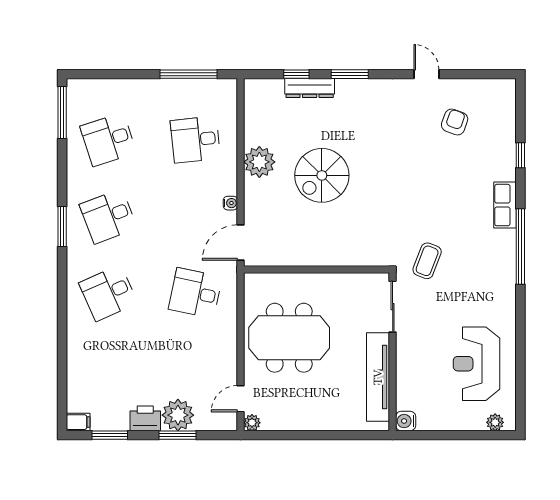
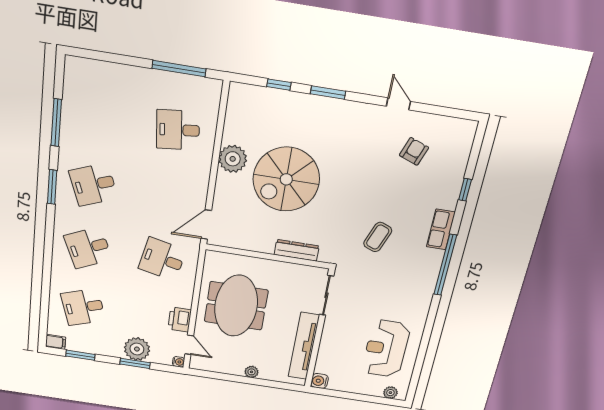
dresser: (310, 88) -> (297, 250), moved, turned 180
window: (62, 112) -> (56, 123), moved
desk: (108, 140) -> (83, 307), moved
spiral stairs: (322, 175) -> (286, 179), width x1.37, depth x1.37
water cooler: (230, 203) -> (178, 362), moved
coffee table: (427, 261) -> (378, 237), moved
meeting table: (289, 338) -> (236, 306), turned 90
door: (241, 399) -> (189, 345), swing flipped
printer: (145, 418) -> (180, 320), moved, turned -90
plant: (252, 423) -> (252, 372), moved

